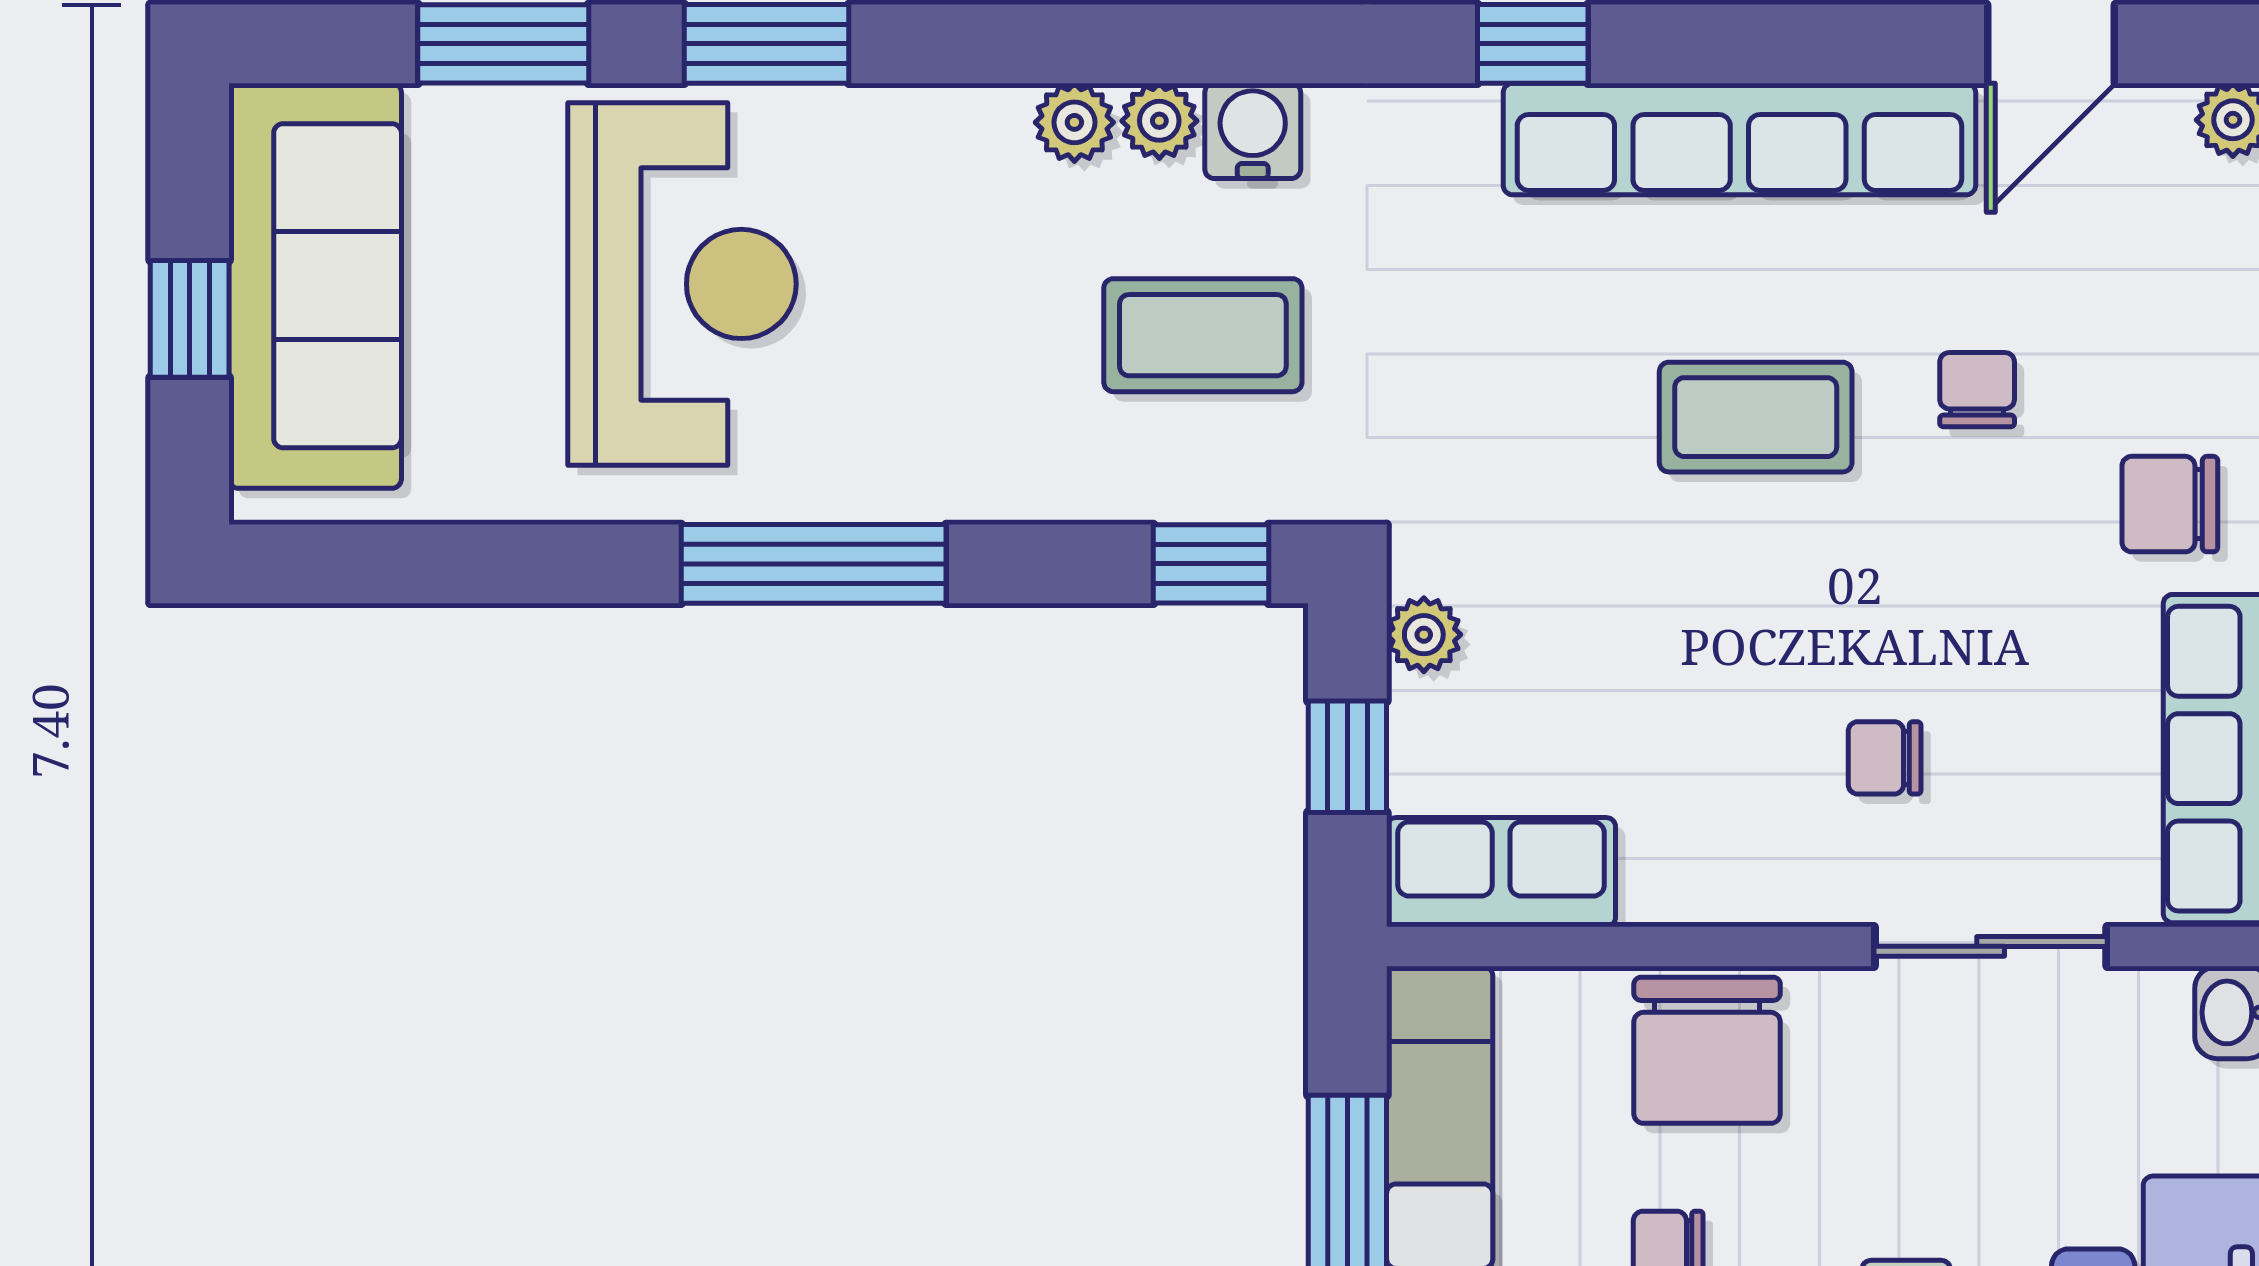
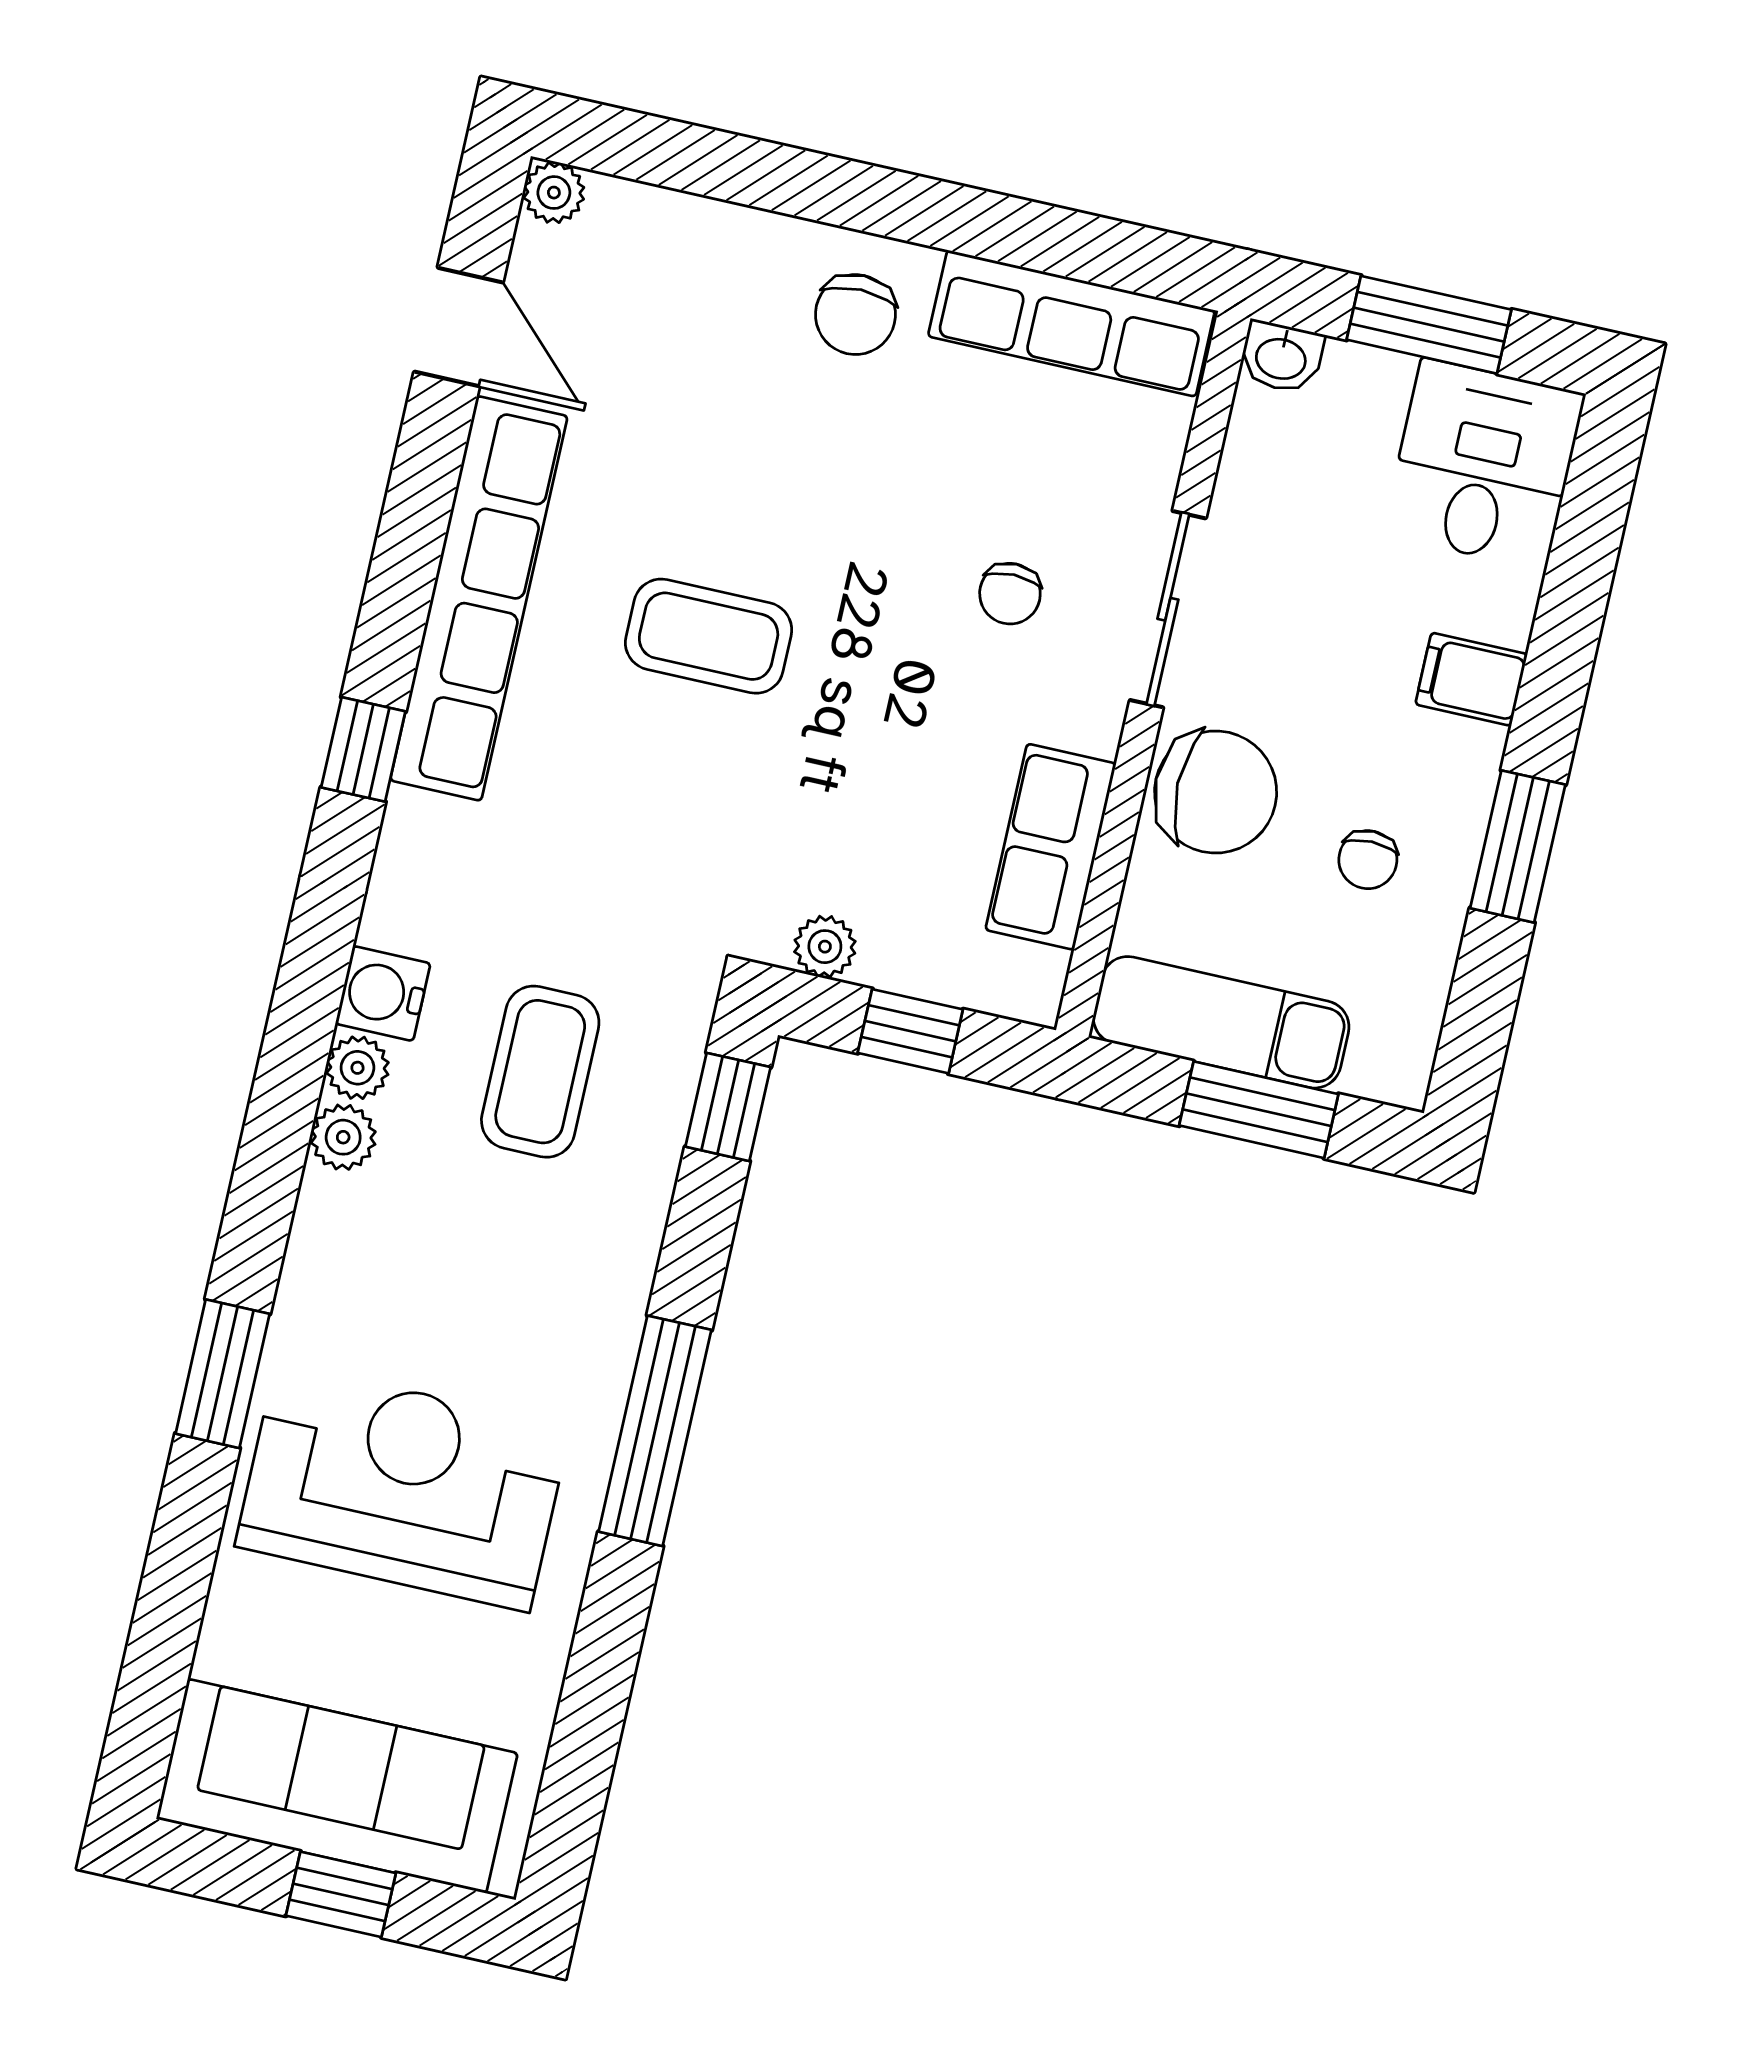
window: (503, 44) -> (174, 1588), removed
chair: (1977, 390) -> (727, 451), removed
coffee table: (1756, 417) -> (709, 636), turned 90
row of seats: (1501, 872) -> (1051, 847), moved
sliding door: (1991, 946) -> (1168, 609), moved

